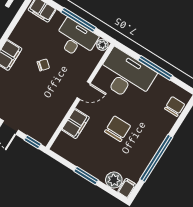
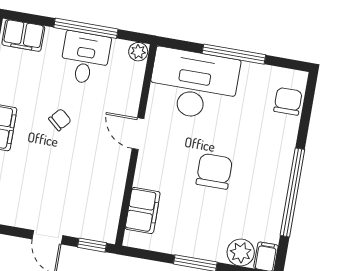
desk: (76, 39) -> (85, 58), width x0.73
door: (84, 90) -> (138, 134), swing flipped
filing cabinet: (75, 124) -> (143, 211), moved

